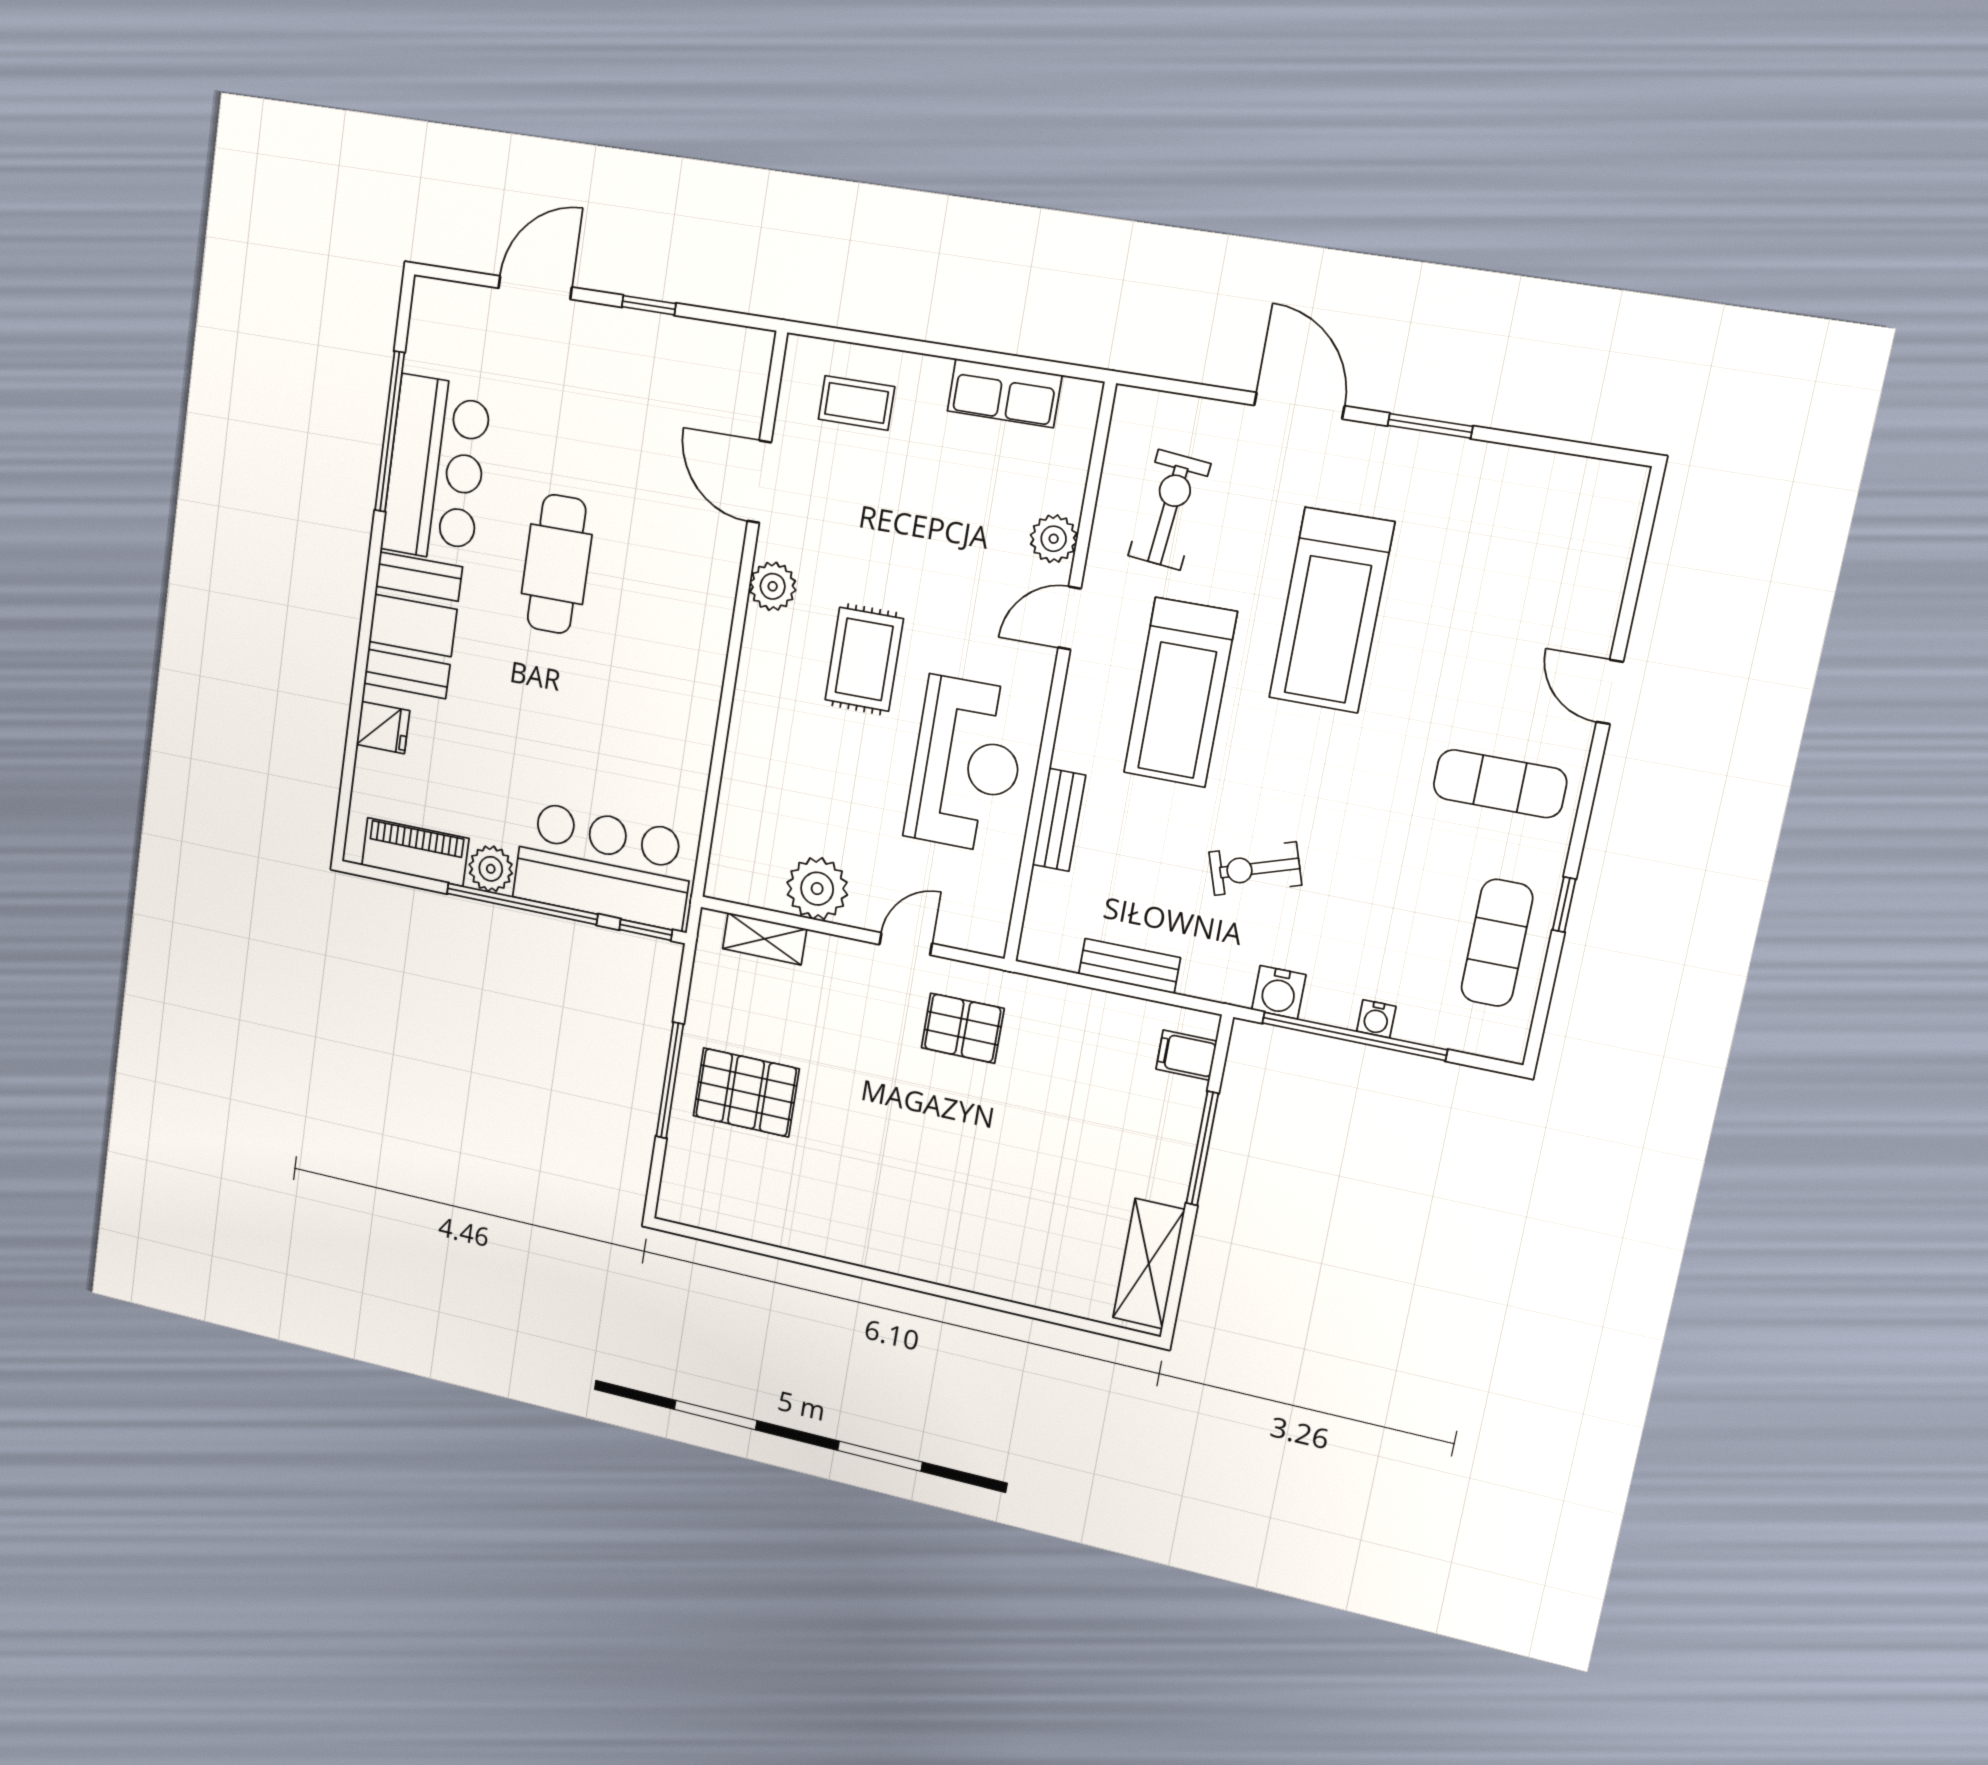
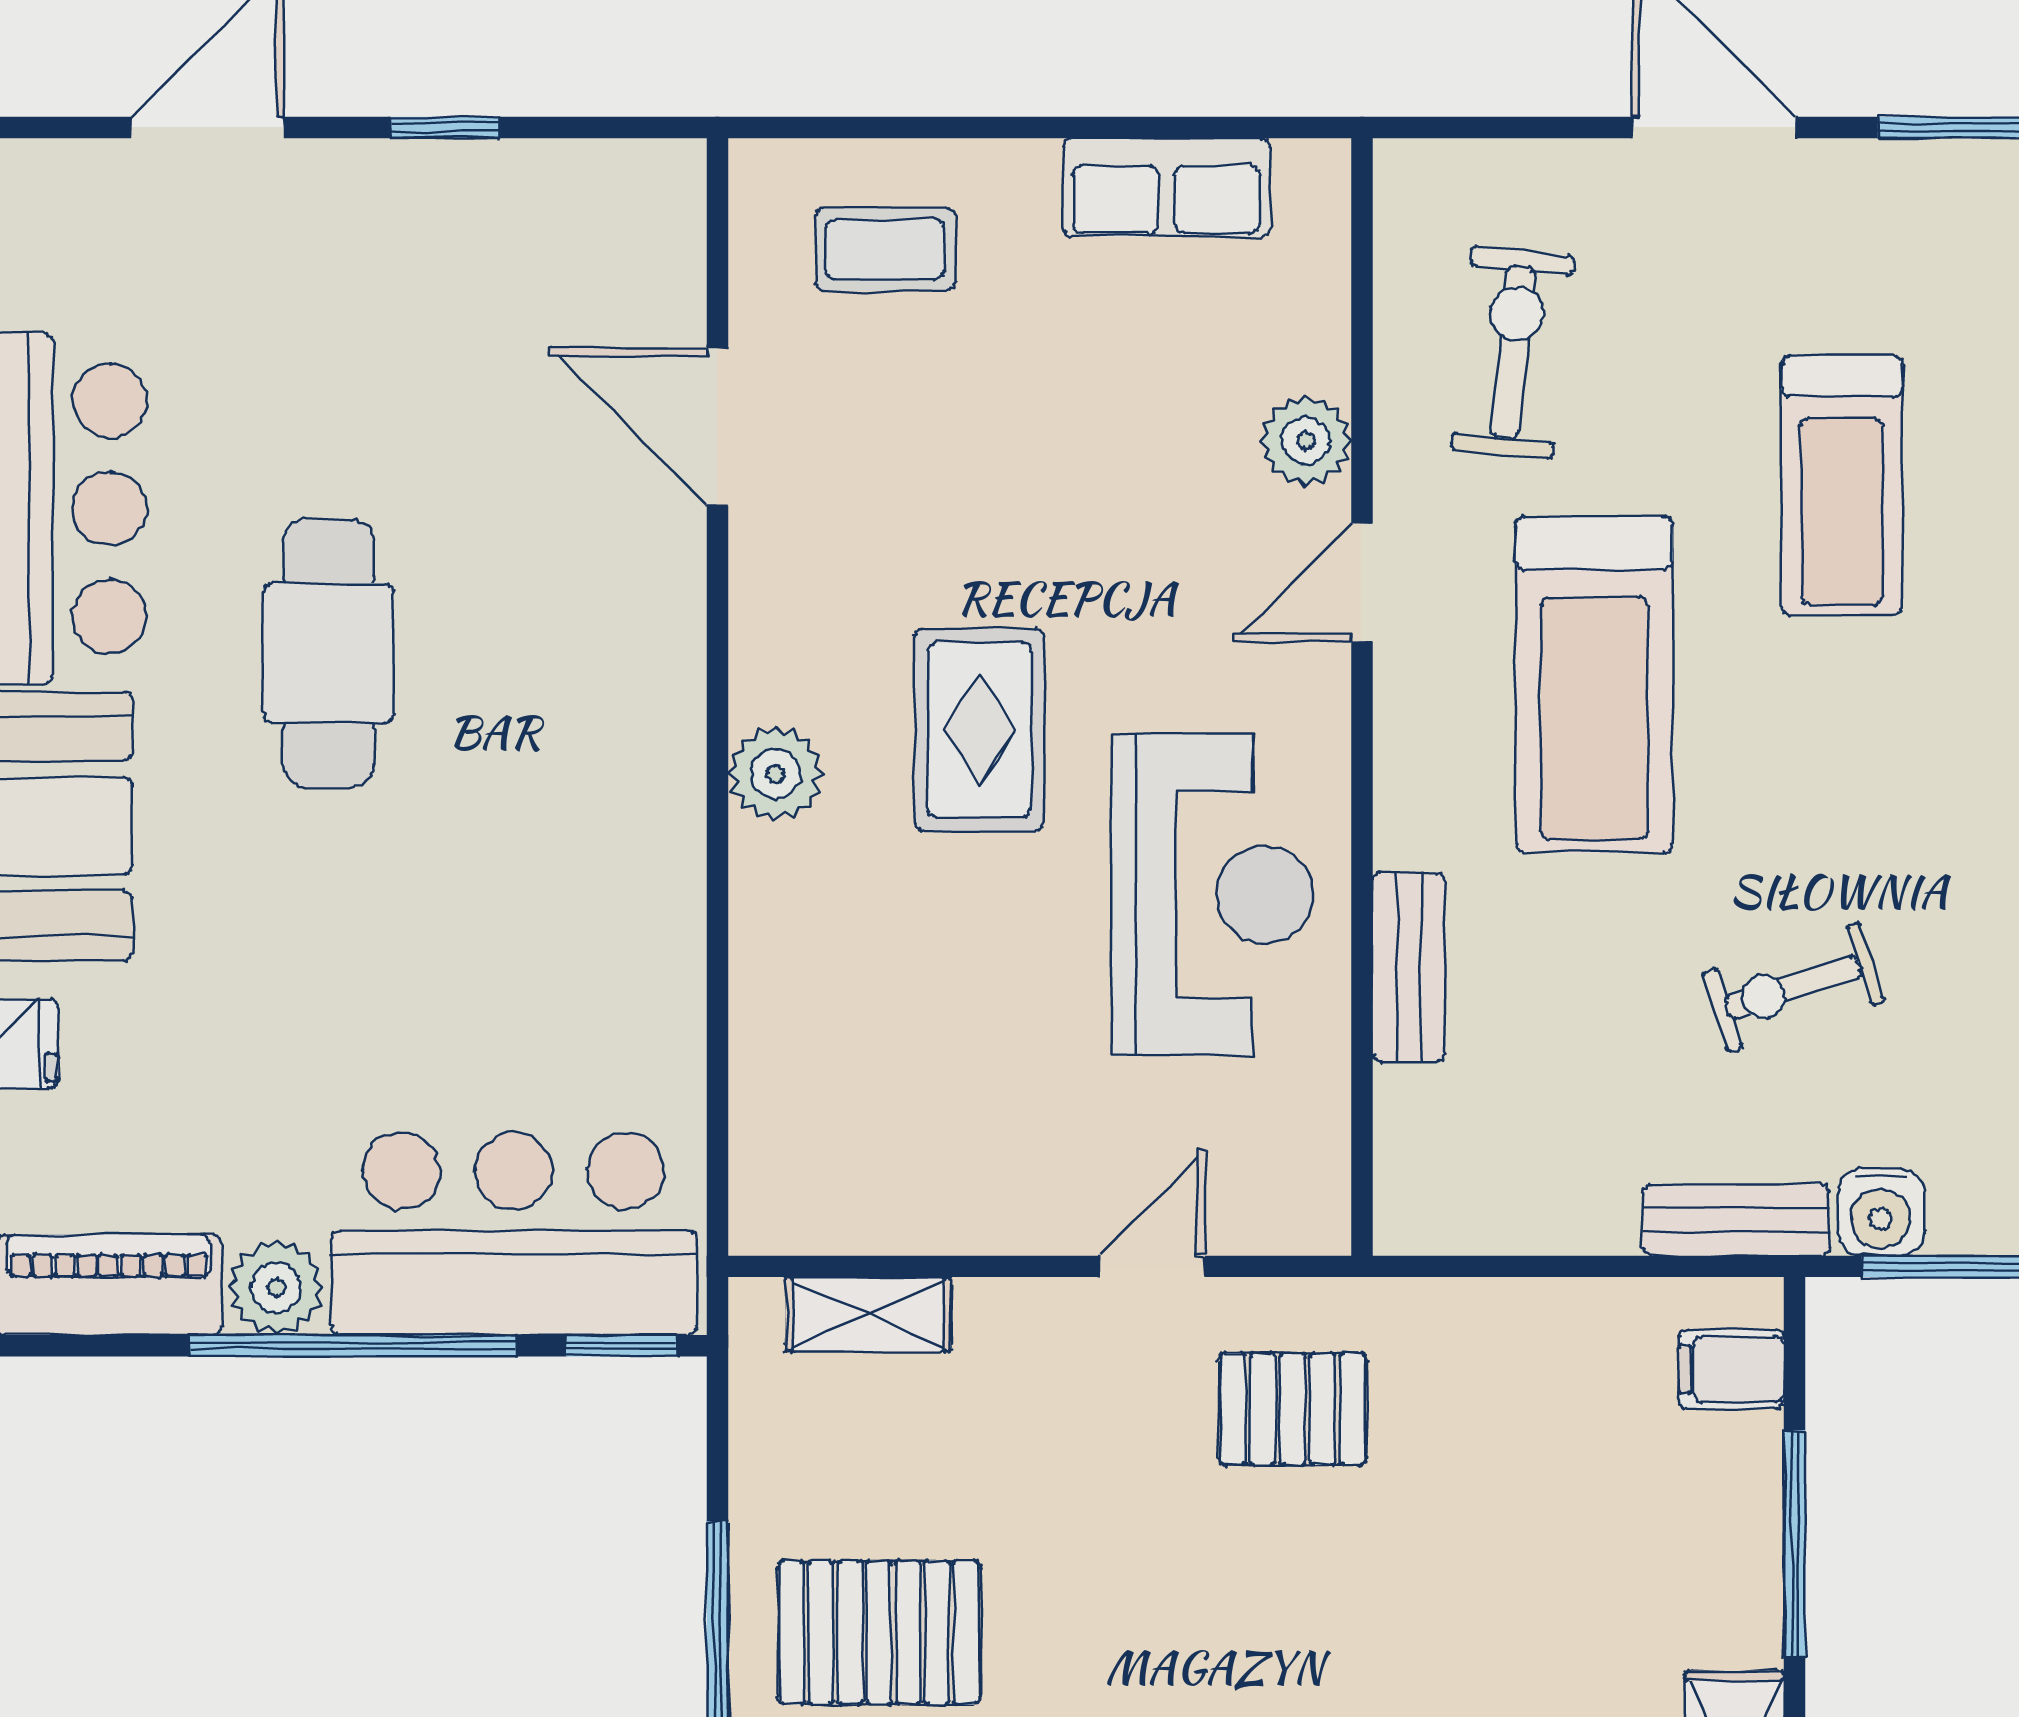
plant: (773, 586) -> (775, 774), moved
treadmill: (1331, 610) -> (1842, 485), width x0.73, depth x0.73
plant: (817, 889) -> (958, 1193), removed
bench: (1129, 966) -> (1736, 1220), moved

